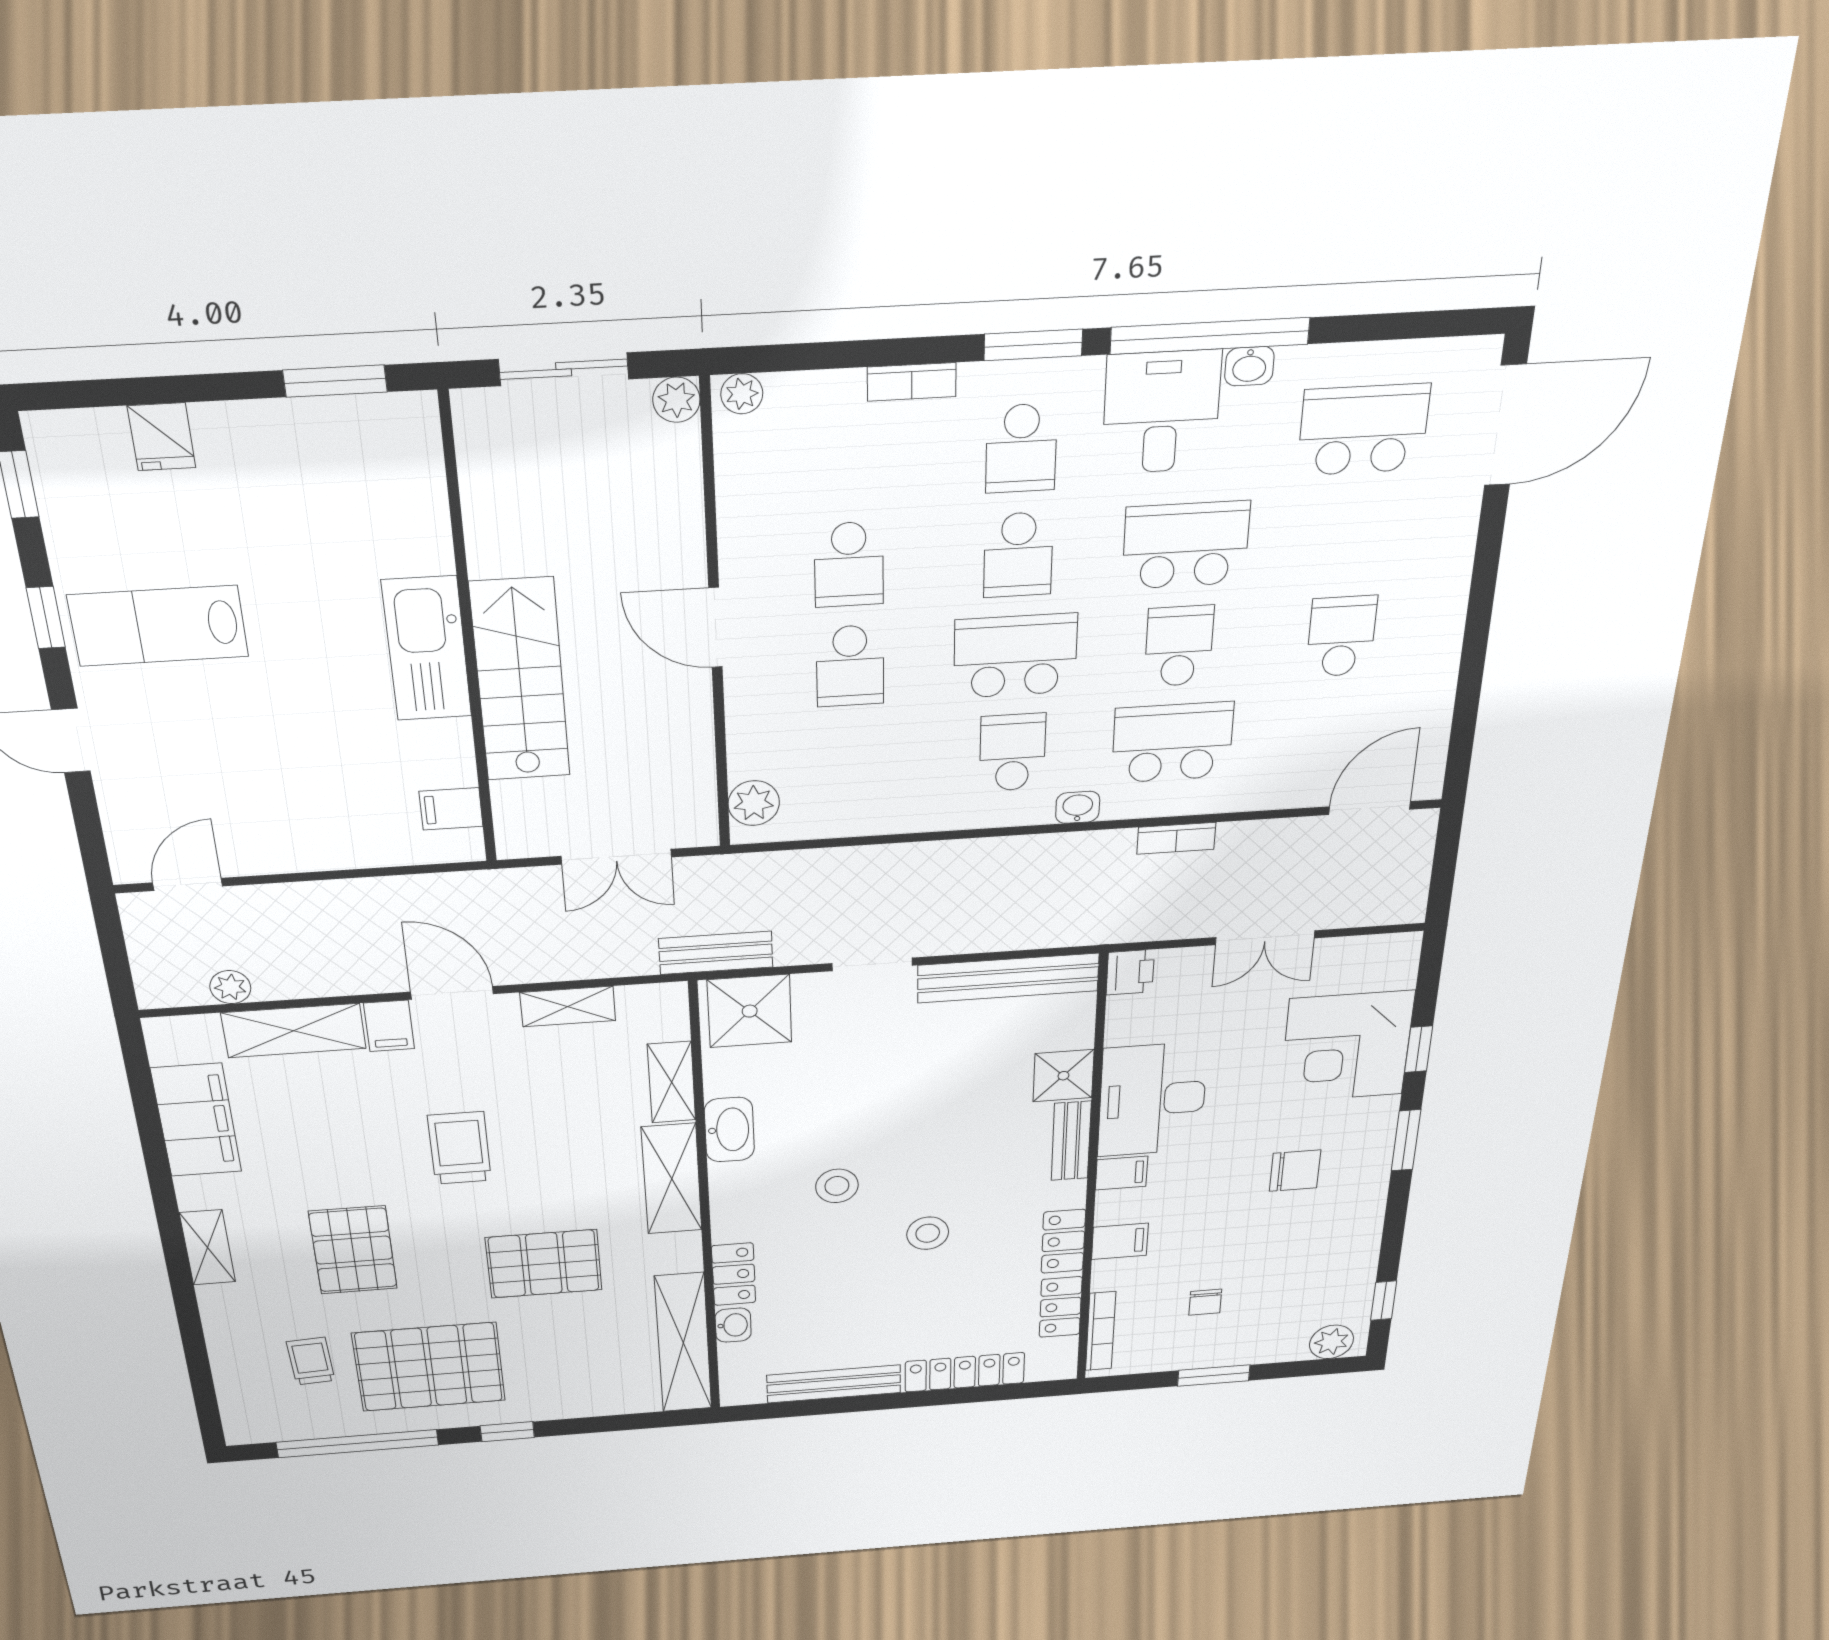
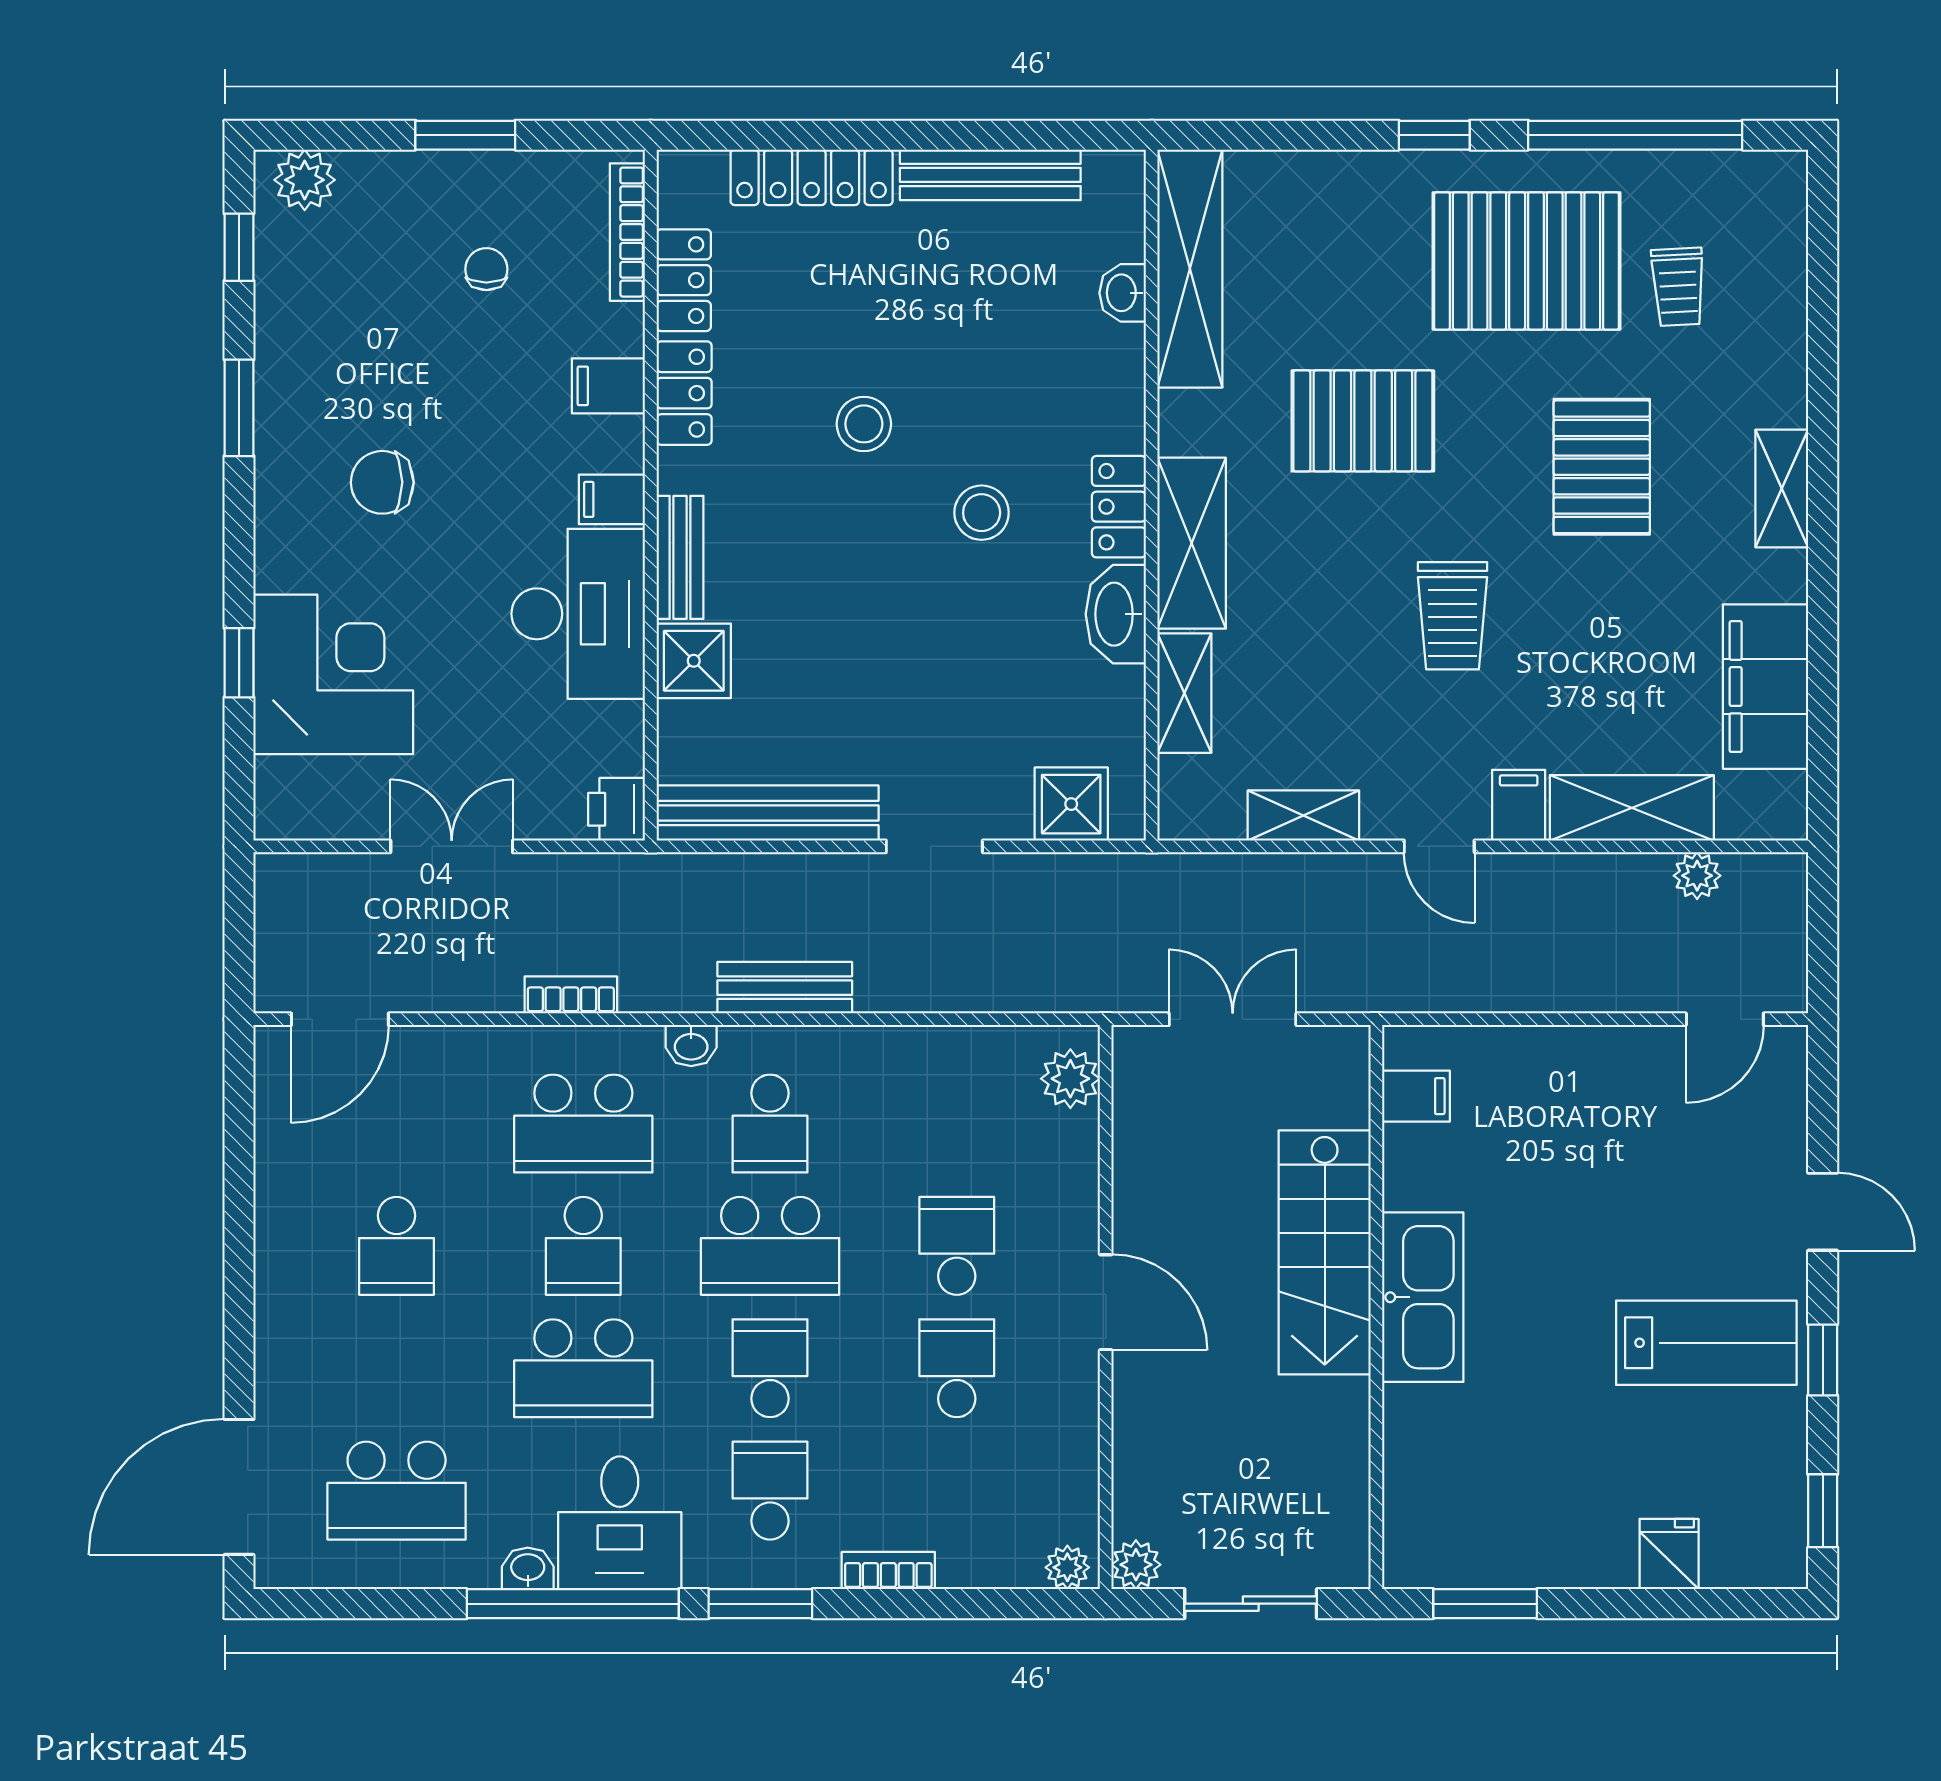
bench: (716, 953) -> (785, 988), moved
door: (452, 993) -> (1439, 846), width x0.73
shower: (750, 1011) -> (1071, 804), width x0.73, depth x0.73
window: (1406, 1140) -> (239, 408), moved
locker: (734, 1274) -> (1119, 507), moved

